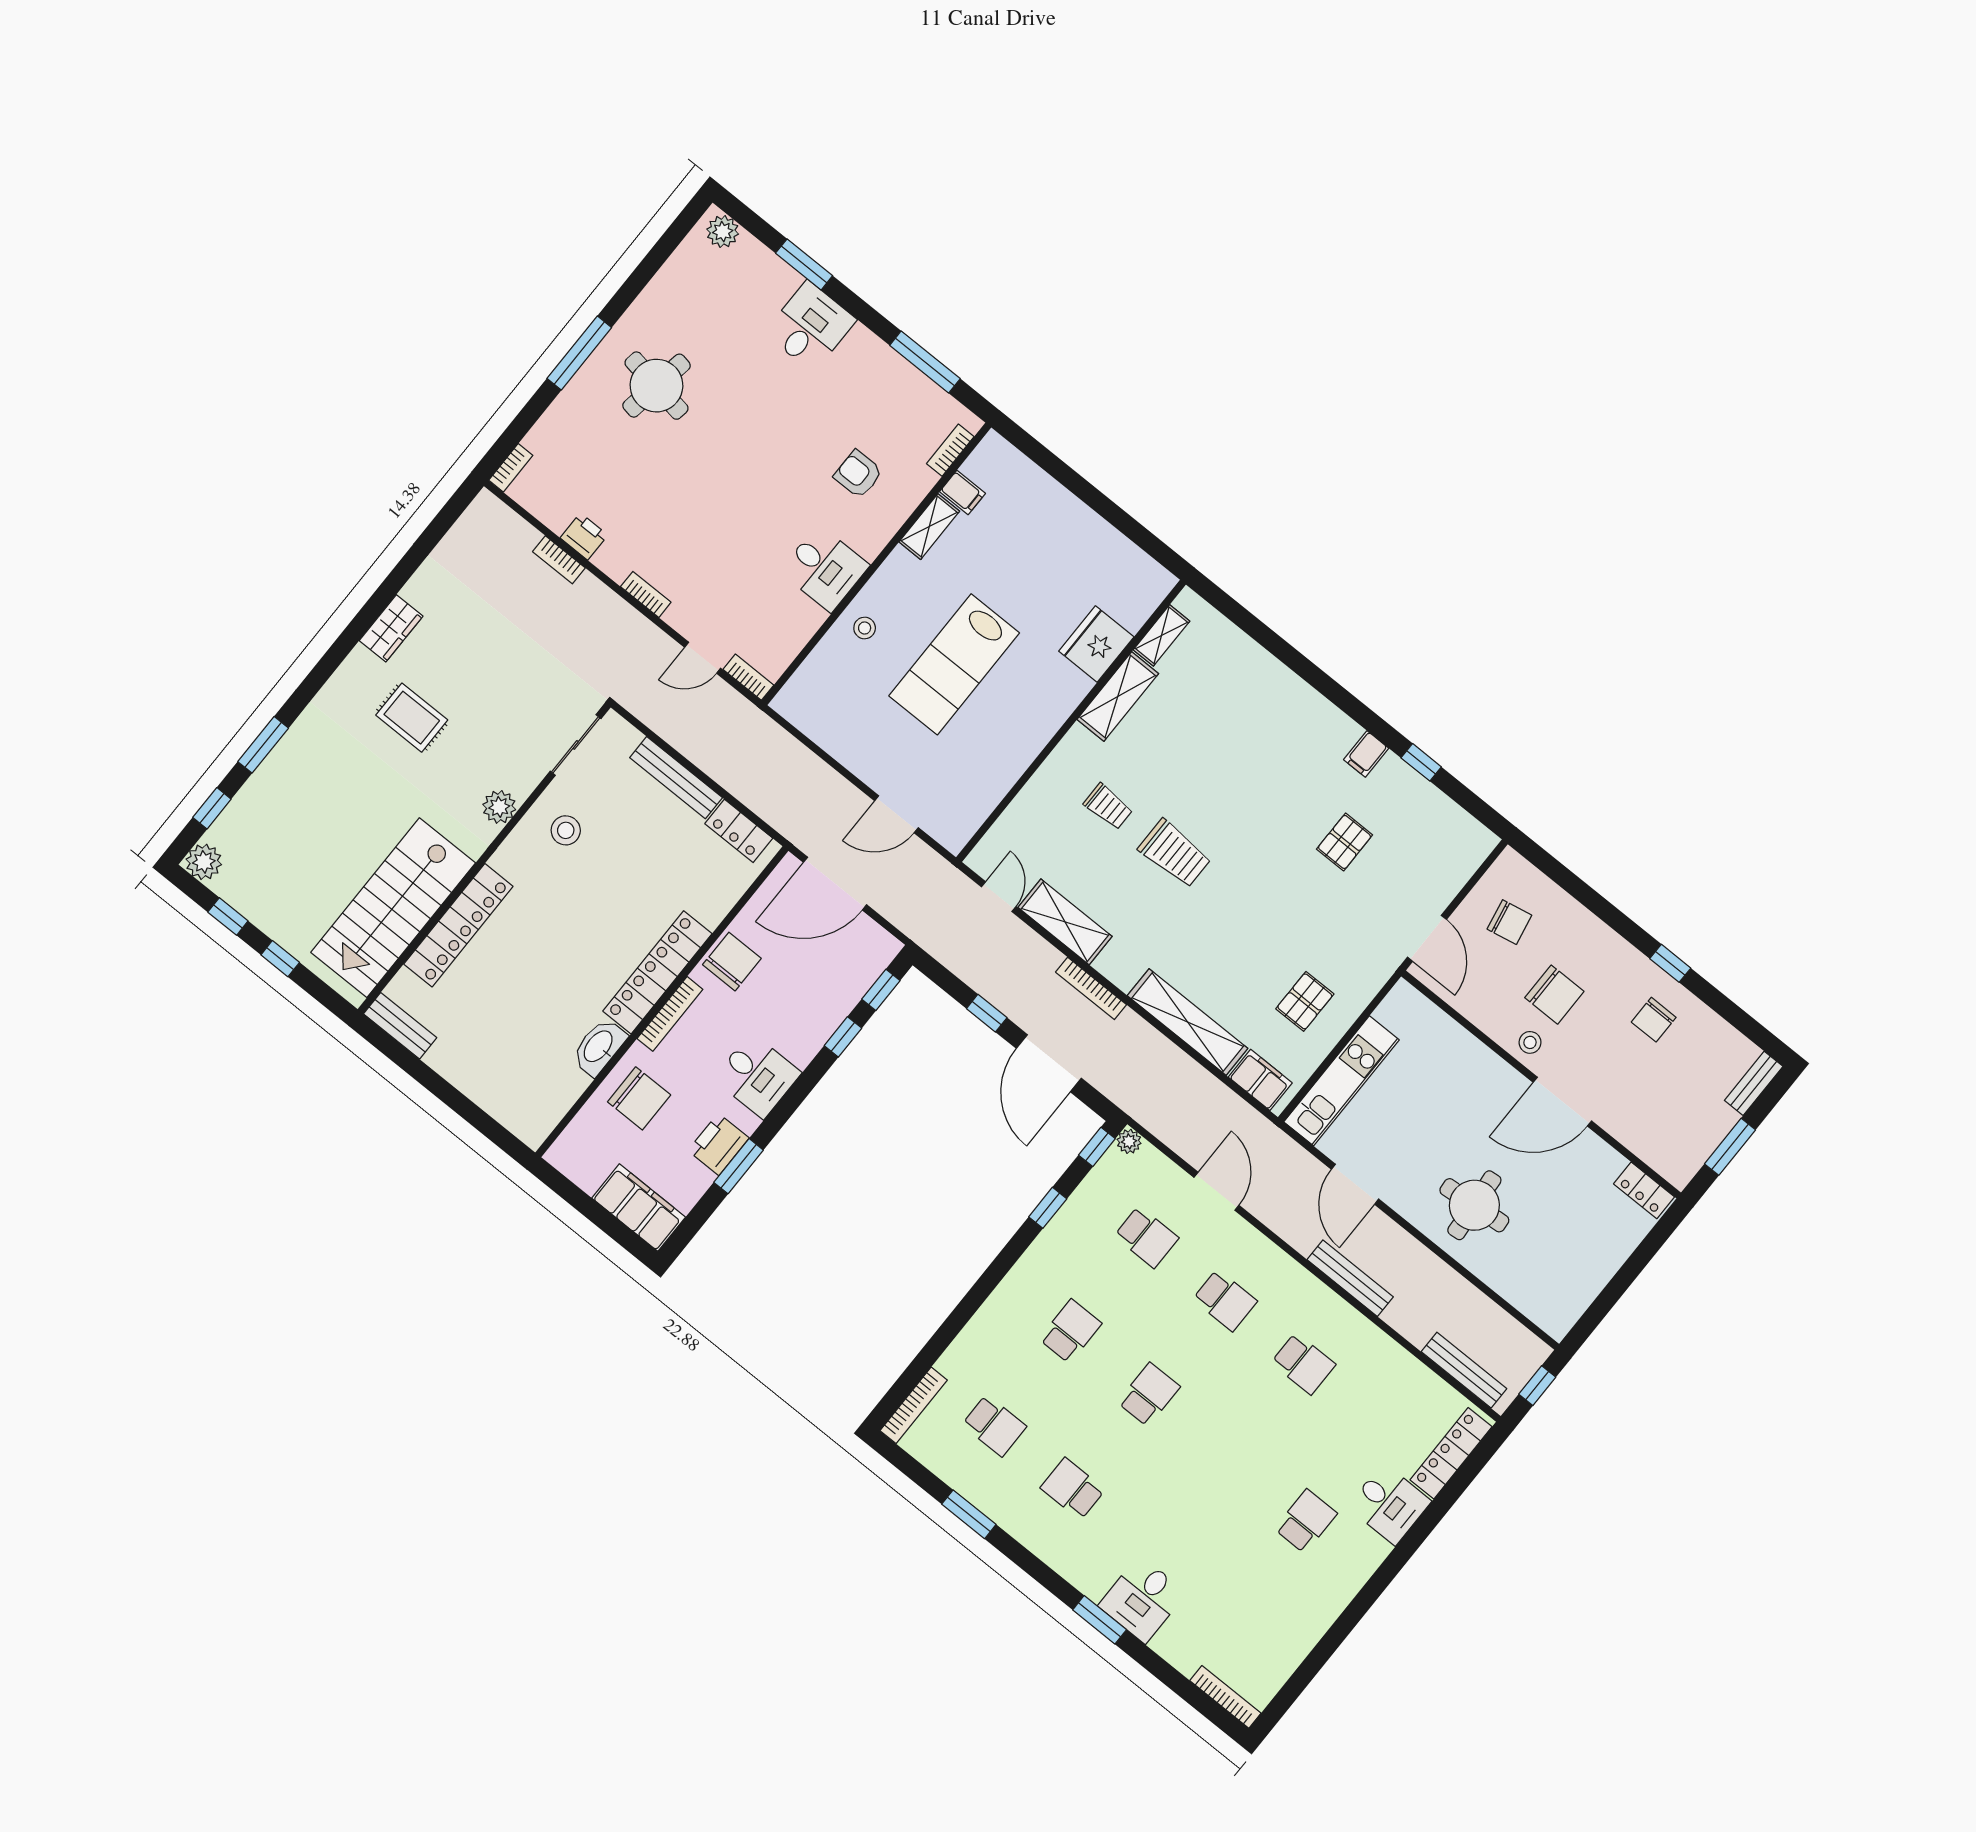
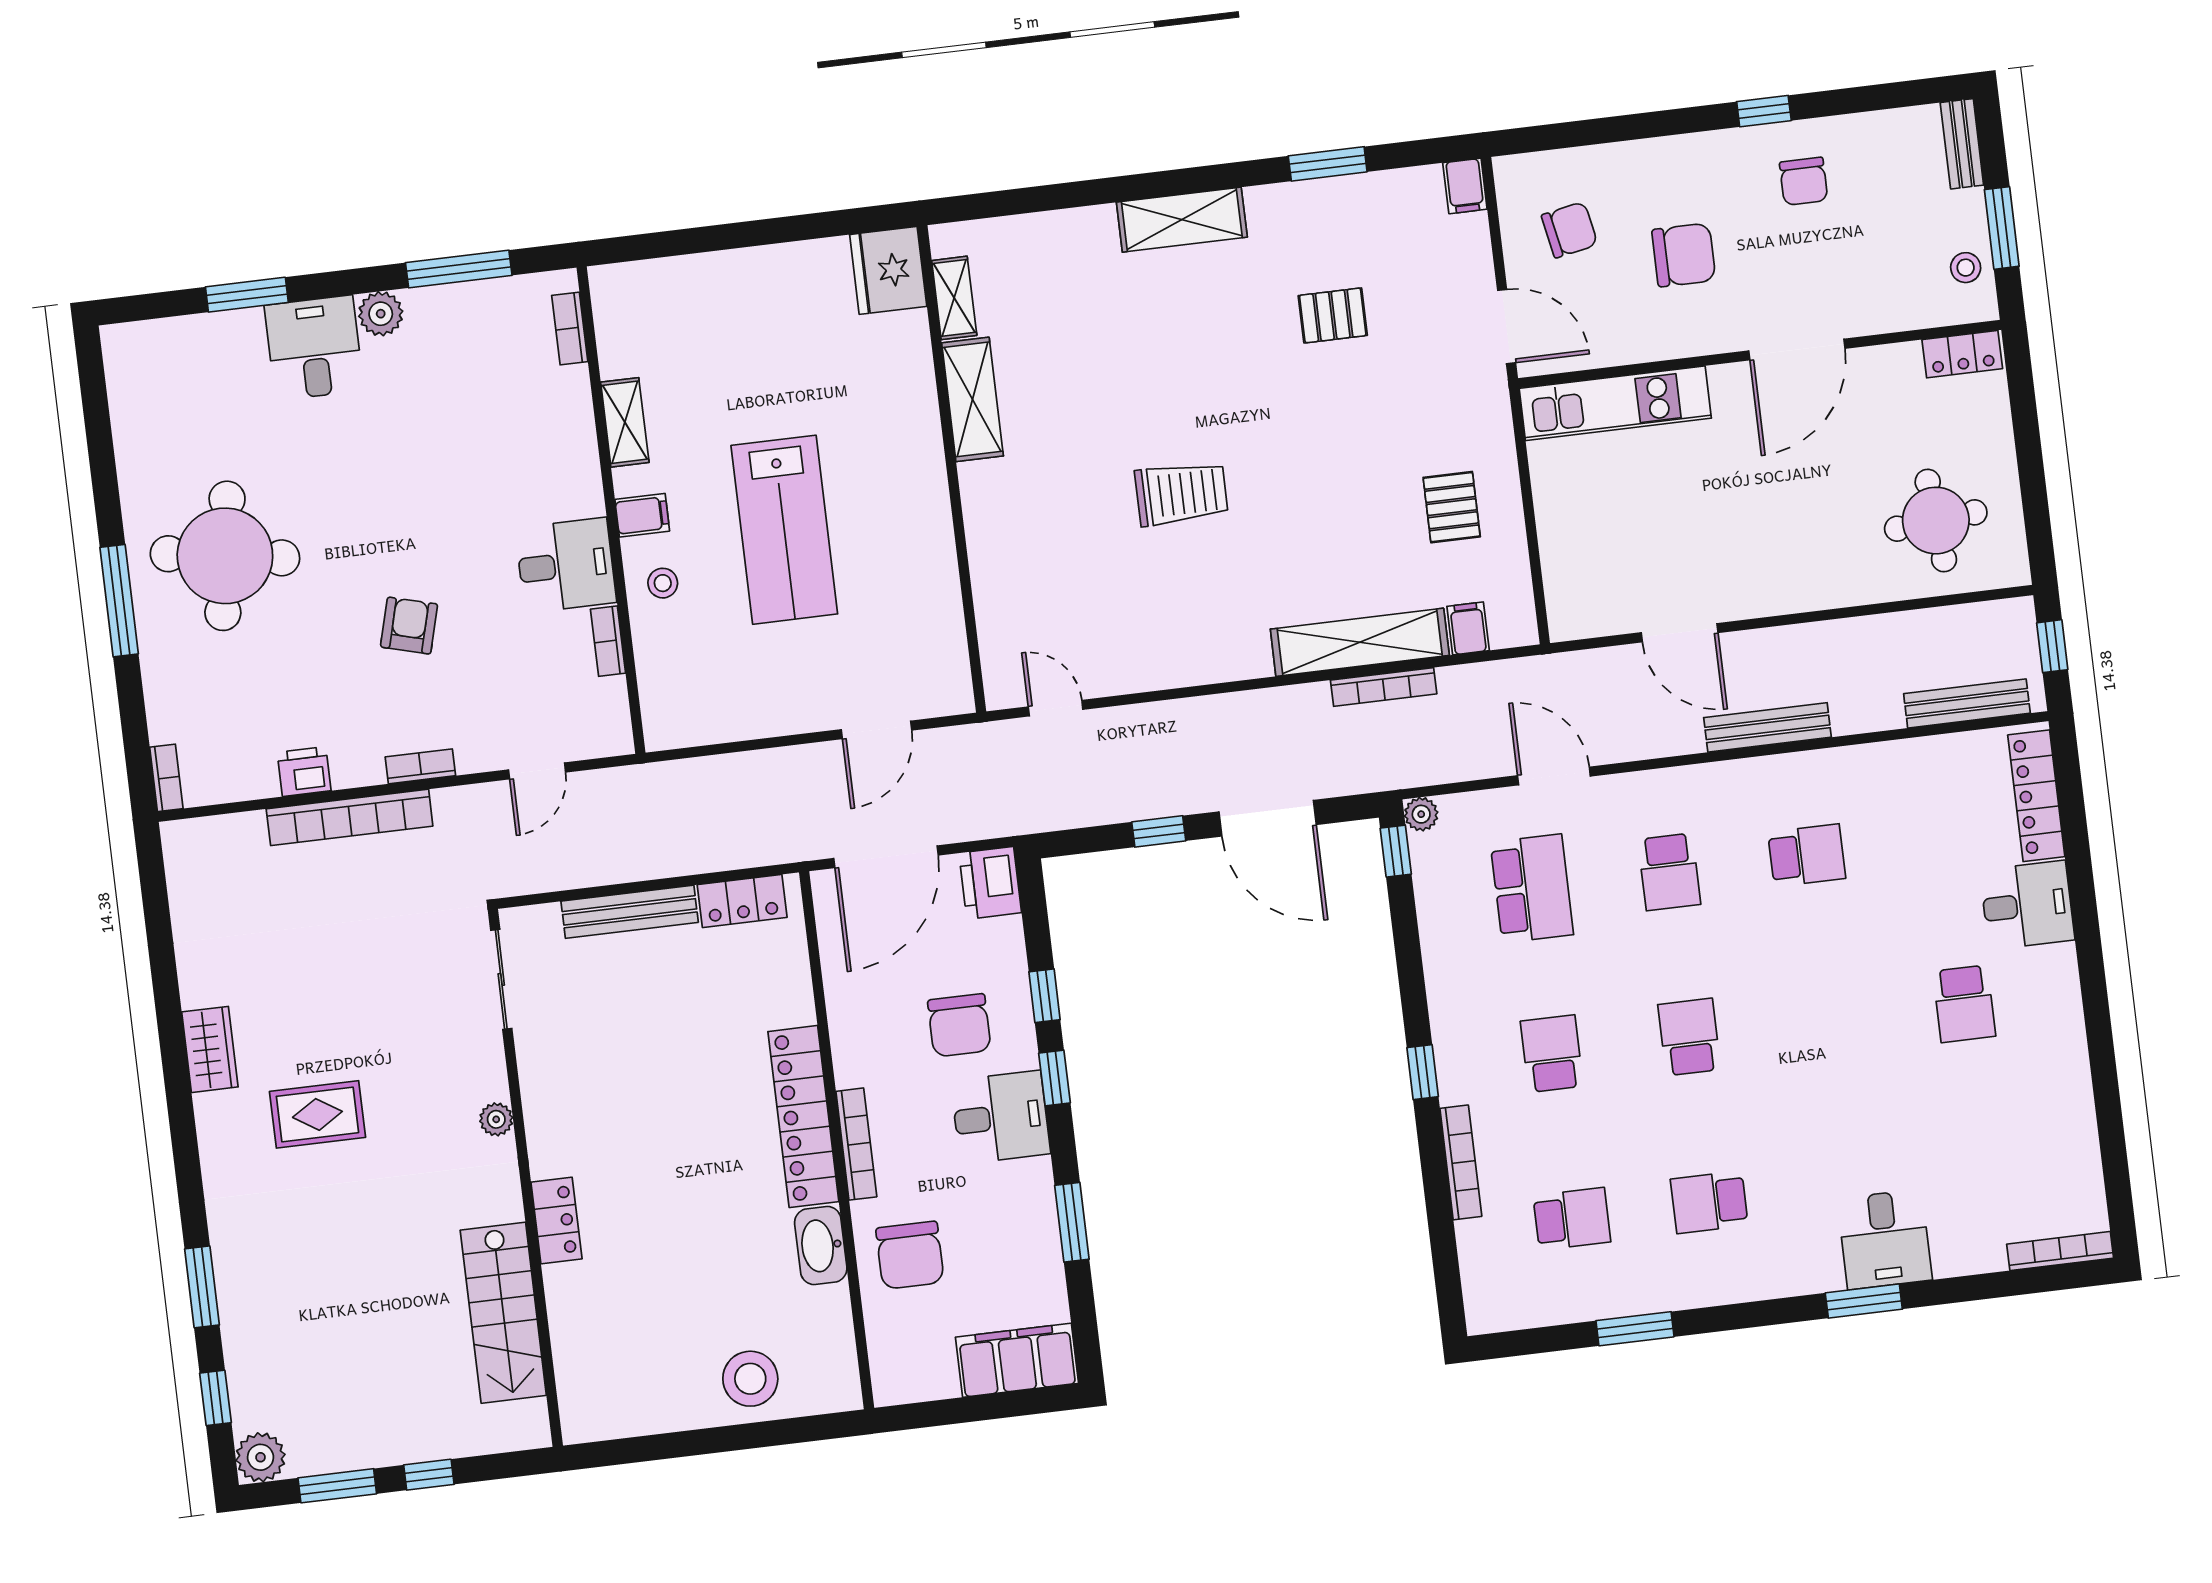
plant: (723, 232) -> (381, 314), moved
round table: (656, 386) -> (225, 556), width x1.36, depth x1.36
armchair: (858, 474) -> (409, 626), moved, turned 105
filing cabinet: (962, 492) -> (642, 515), moved
bookcase: (559, 560) -> (350, 817), width x2.31, depth x1.31
fridge: (1096, 644) -> (888, 270), moved
bookcase: (748, 677) -> (608, 641), moved, turned -90
filing cabinet: (1366, 754) -> (1465, 186), moved
window: (1421, 762) -> (1328, 164), width x1.50
plant: (499, 807) -> (496, 1119), width x0.73, depth x0.73
trolley: (1108, 807) -> (1072, 514), removed
stool: (566, 830) -> (750, 1379), moved, width x1.38, depth x1.38
pallet: (1345, 842) -> (1333, 315), turned 90
stairs: (393, 908) -> (503, 1313), width x0.73, depth x0.66
window: (228, 916) -> (337, 1486), width x1.50
shelving: (1065, 922) -> (1182, 220), moved
locker: (458, 925) -> (557, 1221), width x0.46, depth x0.83
chair: (732, 962) -> (959, 1025), moved, turned 180
bookcase: (1091, 988) -> (1384, 687), moved
window: (881, 990) -> (1054, 1078), moved
bench: (400, 1026) -> (610, 1421), removed
stool: (1530, 1042) -> (1966, 268), moved
filing cabinet: (1260, 1080) -> (1468, 628), width x0.50
kitchen unit: (1341, 1081) -> (1615, 403), moved, turned 90
chair: (639, 1098) -> (910, 1255), turned 90
printer: (719, 1144) -> (990, 883), moved
round table: (1474, 1205) -> (1936, 521), moved
window: (1048, 1208) -> (1423, 1072), moved
school desk: (1146, 1237) -> (1532, 889), width x1.85
school desk: (1225, 1300) -> (1669, 872), turned 90
bookcase: (914, 1405) -> (1461, 1162), moved
school desk: (1306, 1521) -> (1964, 1004), turned 180

